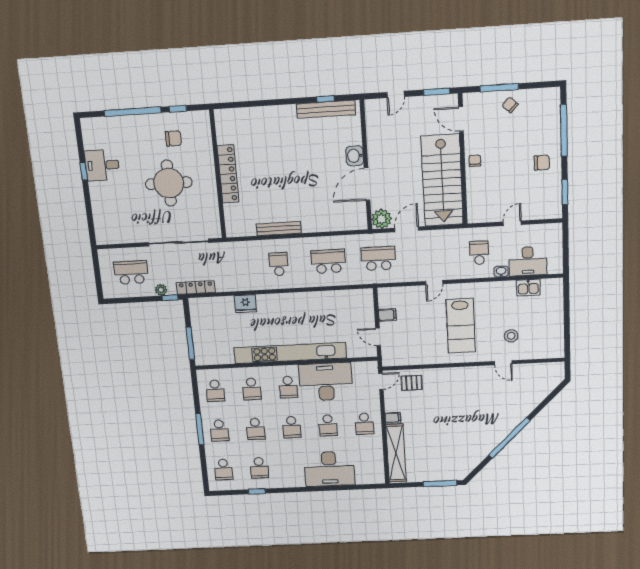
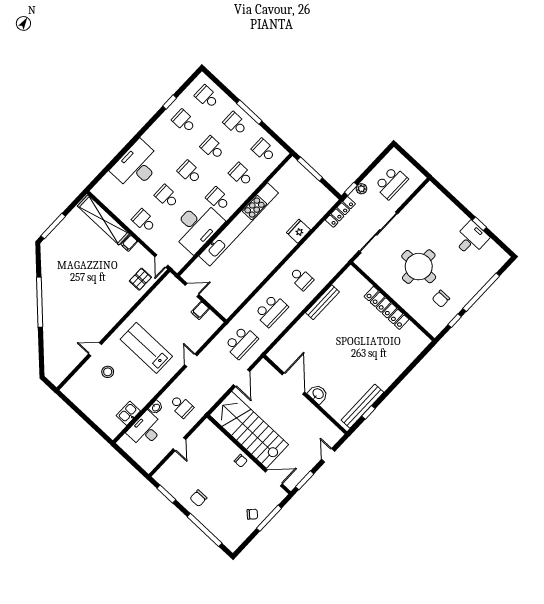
plant: (381, 219) -> (264, 370), removed

